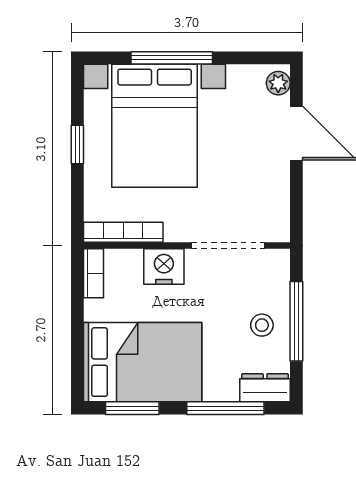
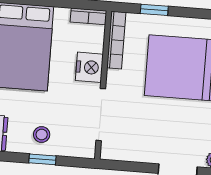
window: (77, 144) -> (154, 10), moved
window: (296, 321) -> (42, 159), width x0.46

